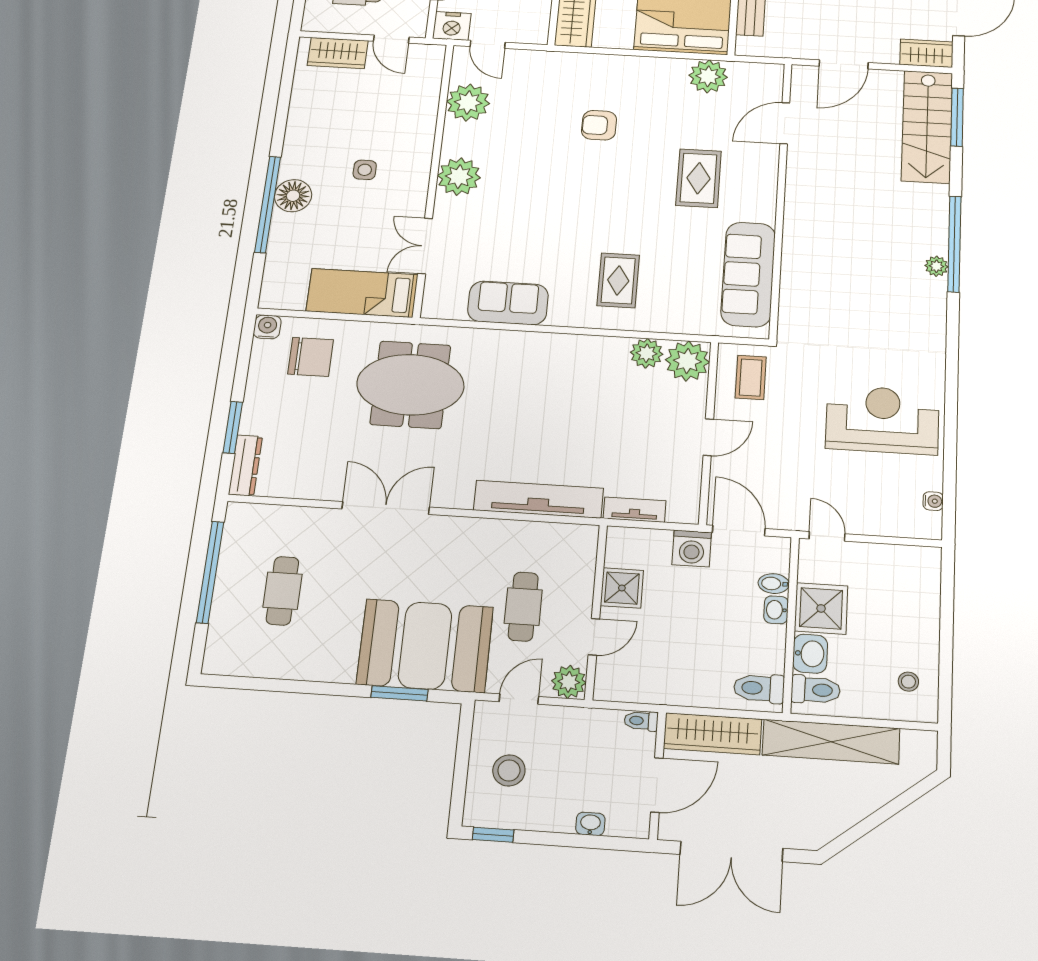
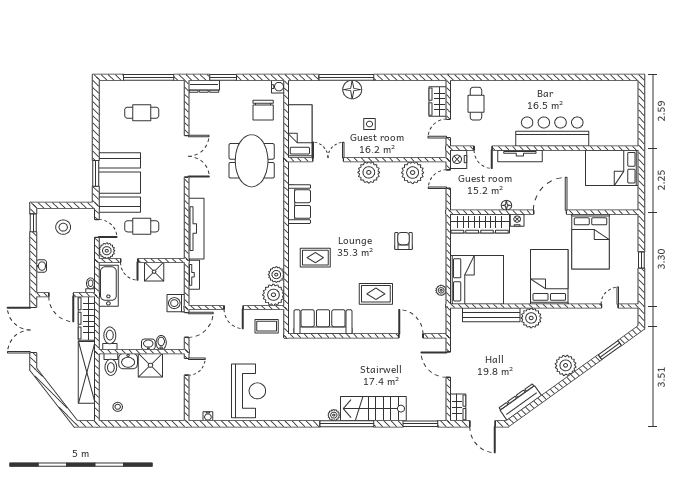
plant: (708, 76) -> (441, 290), width x0.53, depth x0.53
stairs: (927, 127) -> (373, 409), moved
bathtub: (645, 684) -> (108, 286), added

